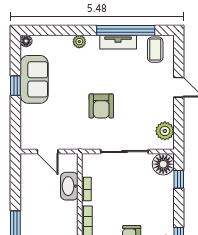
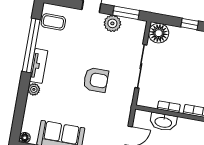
tv unit: (118, 42) -> (39, 66), moved
window: (179, 126) -> (126, 13), added
plant: (165, 131) -> (112, 23), moved
window: (179, 179) -> (190, 24), moved

